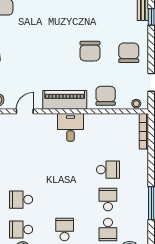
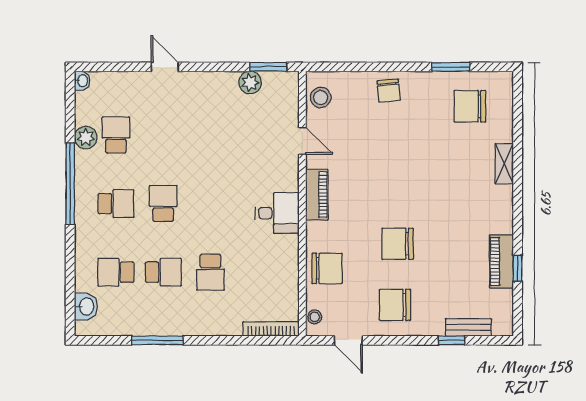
chair: (129, 53) -> (395, 305), turned 180
piano: (65, 100) -> (317, 195), width x0.73, depth x0.75
school desk: (21, 200) -> (163, 204), moved

